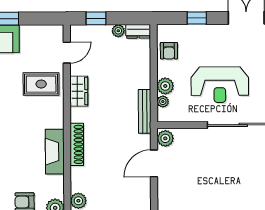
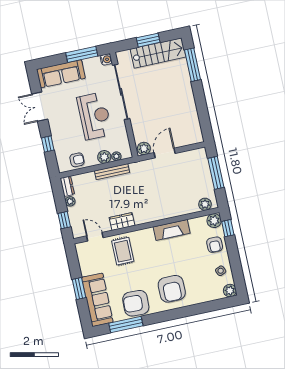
bench: (145, 111) -> (112, 172), moved
shoe rack: (77, 144) -> (163, 214), removed
door: (154, 163) -> (165, 153), swing flipped

